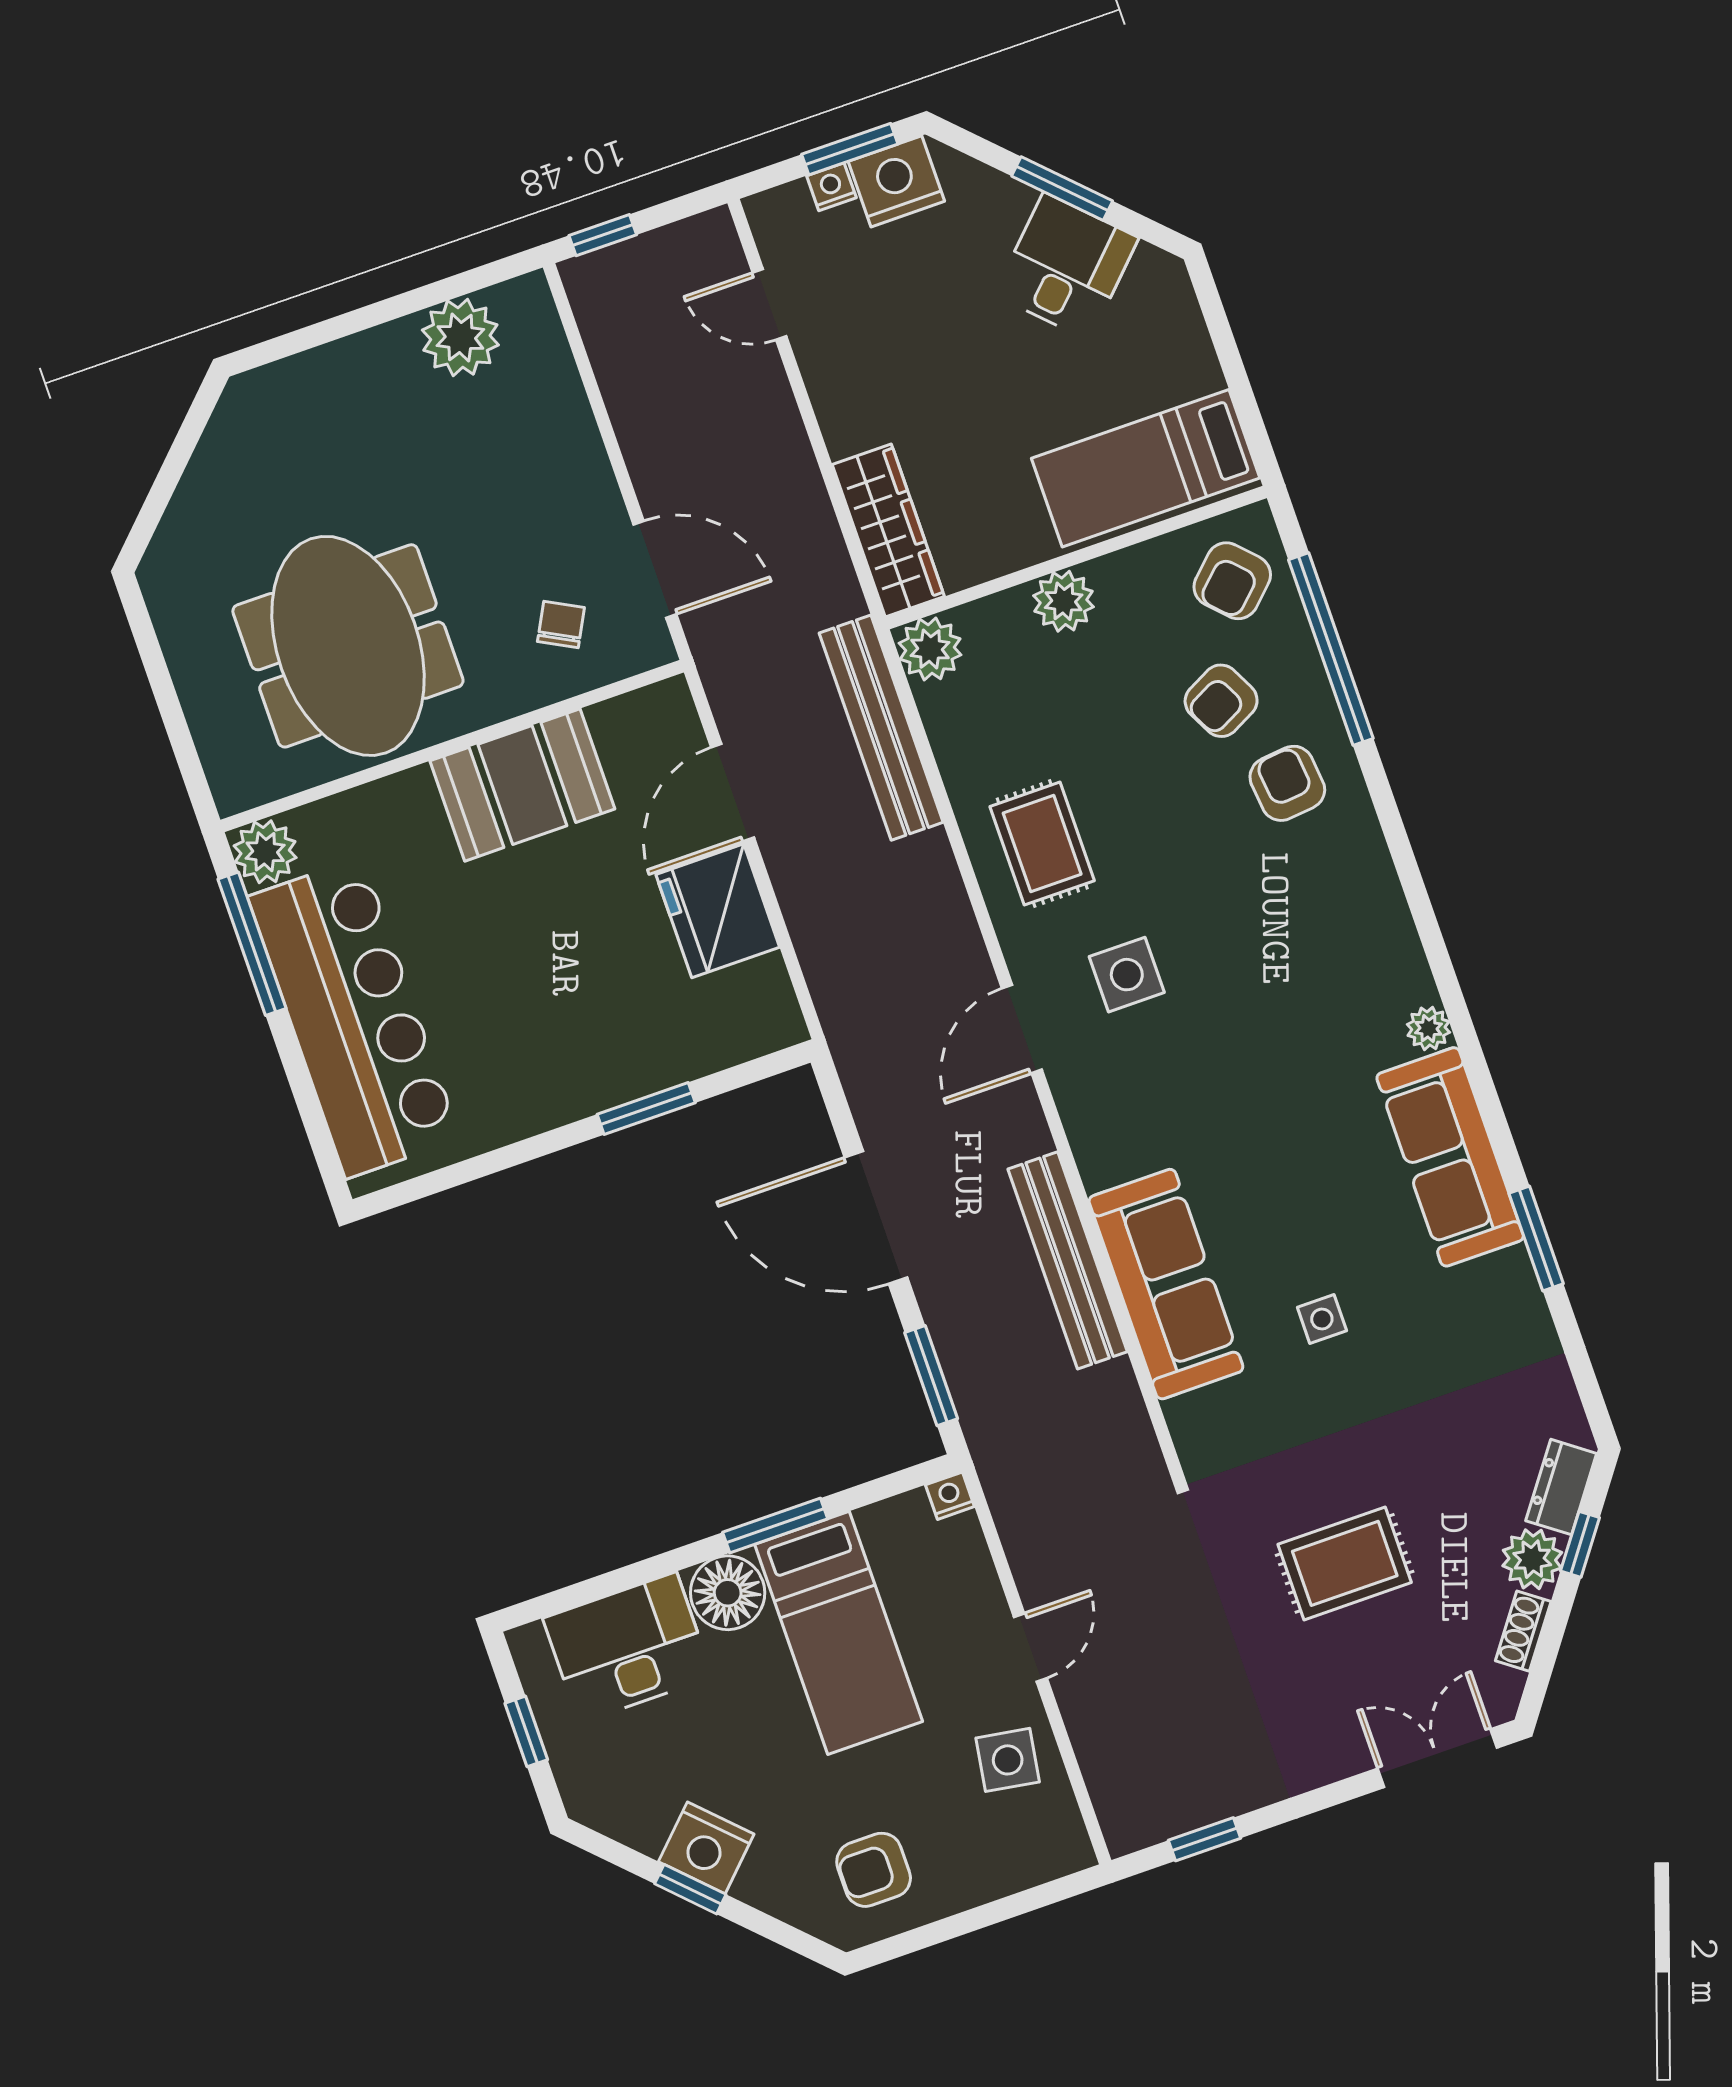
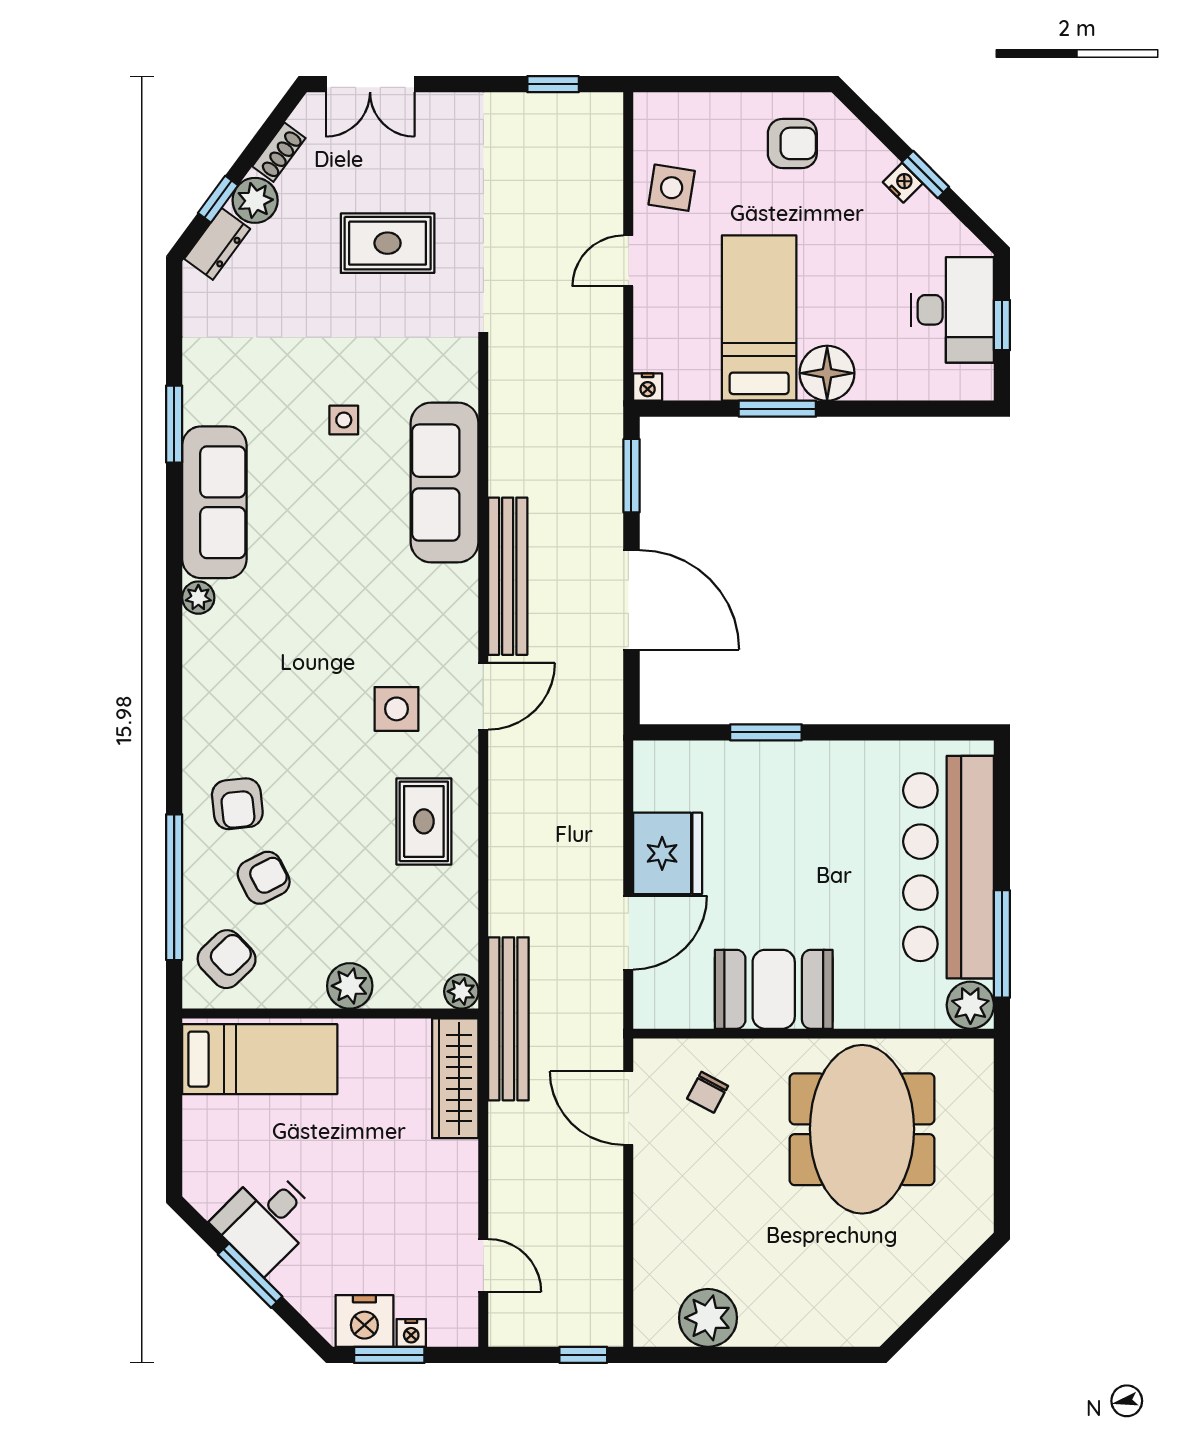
plant: (930, 649) -> (461, 991), width x0.73, depth x0.73
bench: (881, 728) -> (508, 1019), moved
bench: (1068, 1260) -> (508, 576), moved
desk: (628, 1647) -> (952, 310), moved, turned -90
nightstand: (706, 1848) -> (903, 183), width x0.53, depth x0.56

